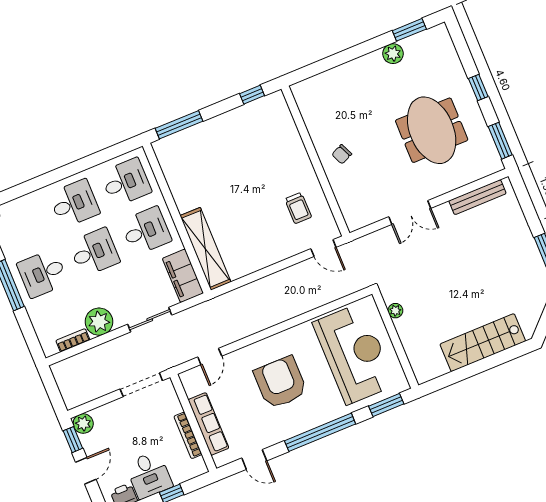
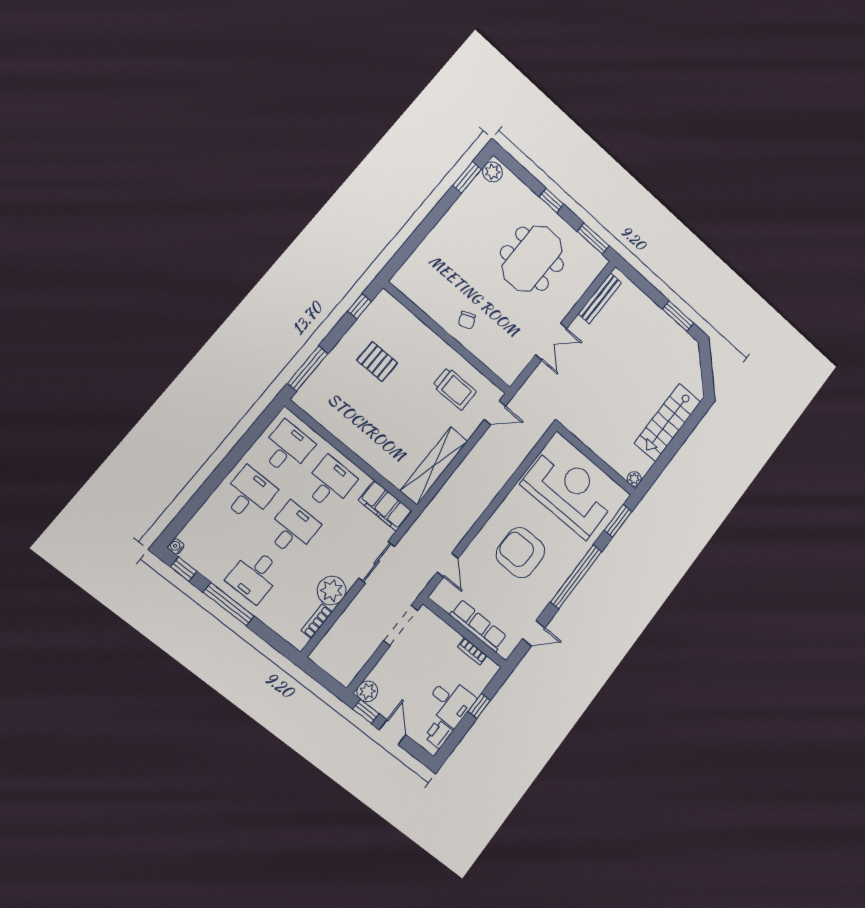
plant: (393, 54) -> (492, 172), moved
meeting table: (432, 130) -> (532, 259), turned 90
pallet: (242, 149) -> (377, 362), added
trolley: (298, 208) -> (454, 389), width x1.36, depth x1.39
shelving: (205, 249) -> (434, 466), moved, turned 90
plant: (395, 311) -> (634, 479), moved
bookcase: (188, 435) -> (472, 651), width x0.64

